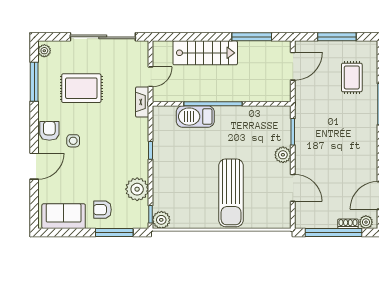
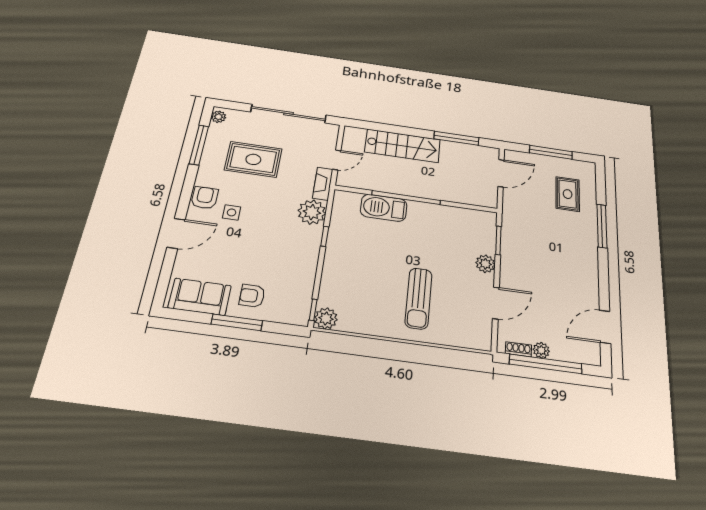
door: (293, 188) -> (496, 303), hinge flipped
plant: (137, 189) -> (312, 212), moved
sun lounger: (231, 193) -> (419, 298), width x0.73, depth x0.75
plant: (366, 222) -> (541, 350), moved
shoe rack: (348, 224) -> (518, 349), moved
window: (114, 233) -> (237, 322), moved

